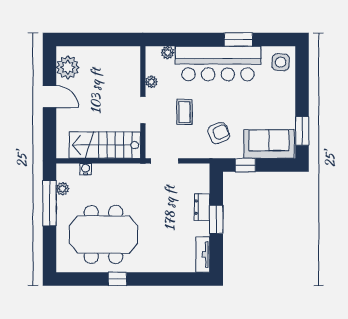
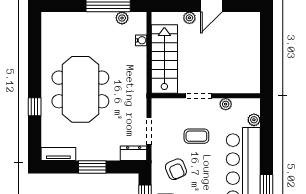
plant: (68, 67) -> (189, 18), moved, width x0.53, depth x0.53
doorway: (165, 161) -> (149, 131), moved
dresser: (202, 207) -> (134, 153), moved
meeting table: (103, 235) -> (80, 89), moved
window: (117, 279) -> (35, 107), moved

